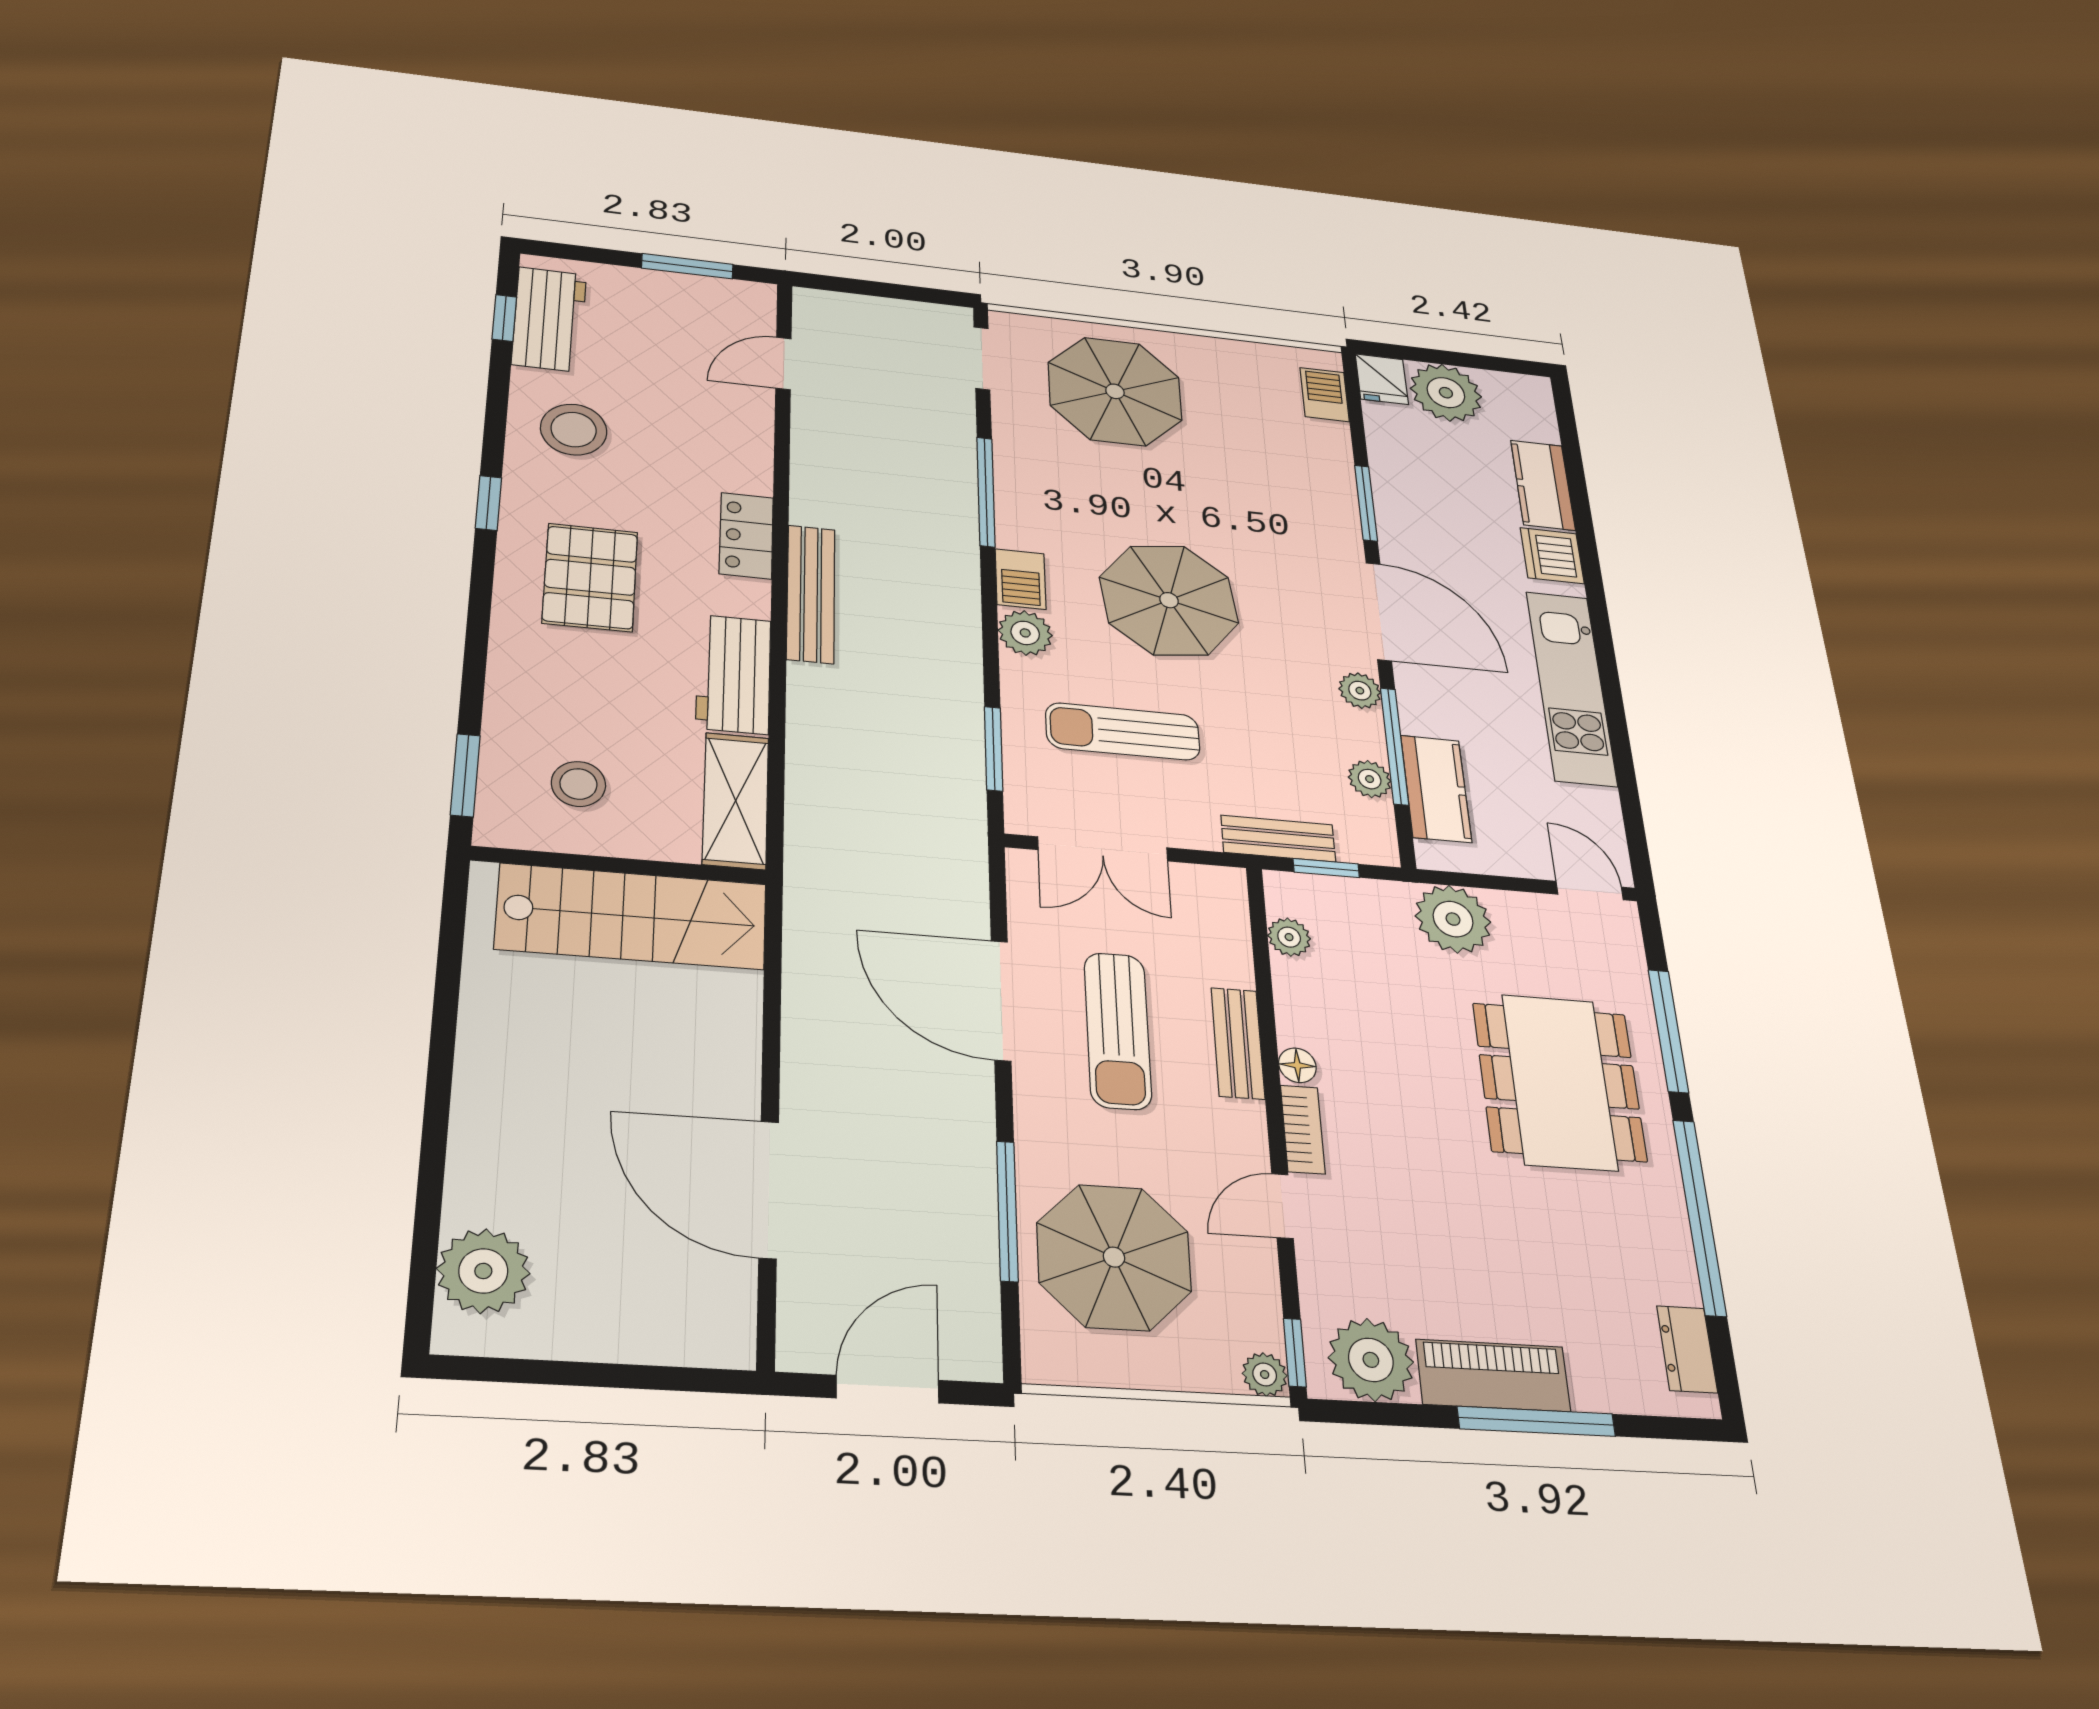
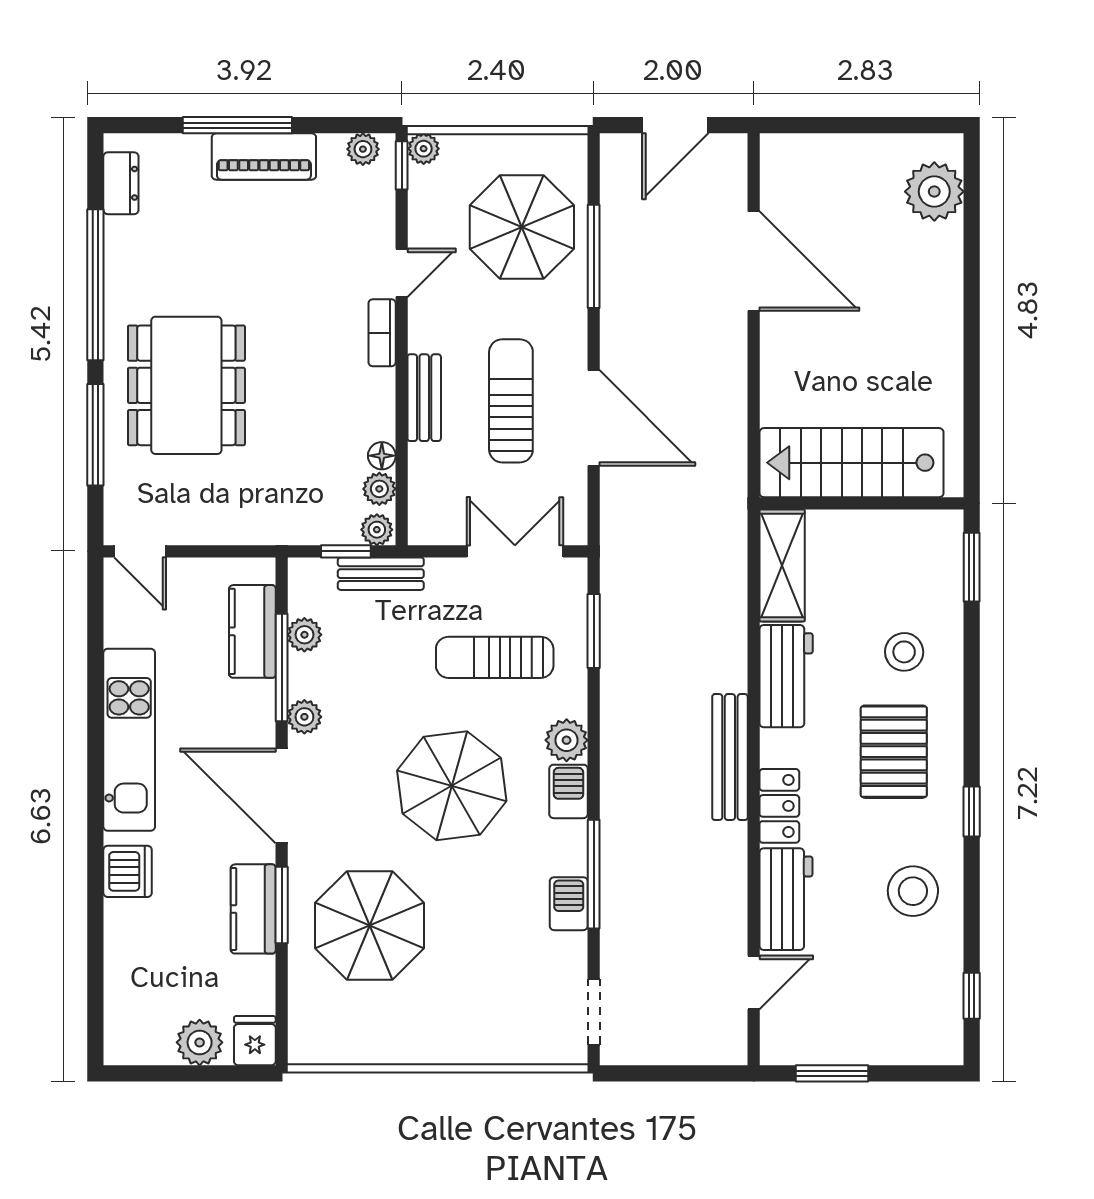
workbench: (549, 319) -> (786, 899), moved, turned 180
parasol: (1115, 391) -> (370, 925), moved
plant: (1446, 393) -> (200, 1042), width x0.73, depth x0.73
barbecue: (1325, 395) -> (569, 904), moved, turned 180
kitchen counter: (1543, 485) -> (253, 909), moved, turned 180
sun lounger: (1123, 732) -> (495, 657), turned 180
stool: (578, 784) -> (904, 652), moved
plant: (1453, 919) -> (377, 530), moved, width x0.53, depth x0.53
floor lamp: (1297, 1065) -> (382, 456), moved
plant: (1371, 1360) -> (363, 149), width x0.53, depth x0.53

